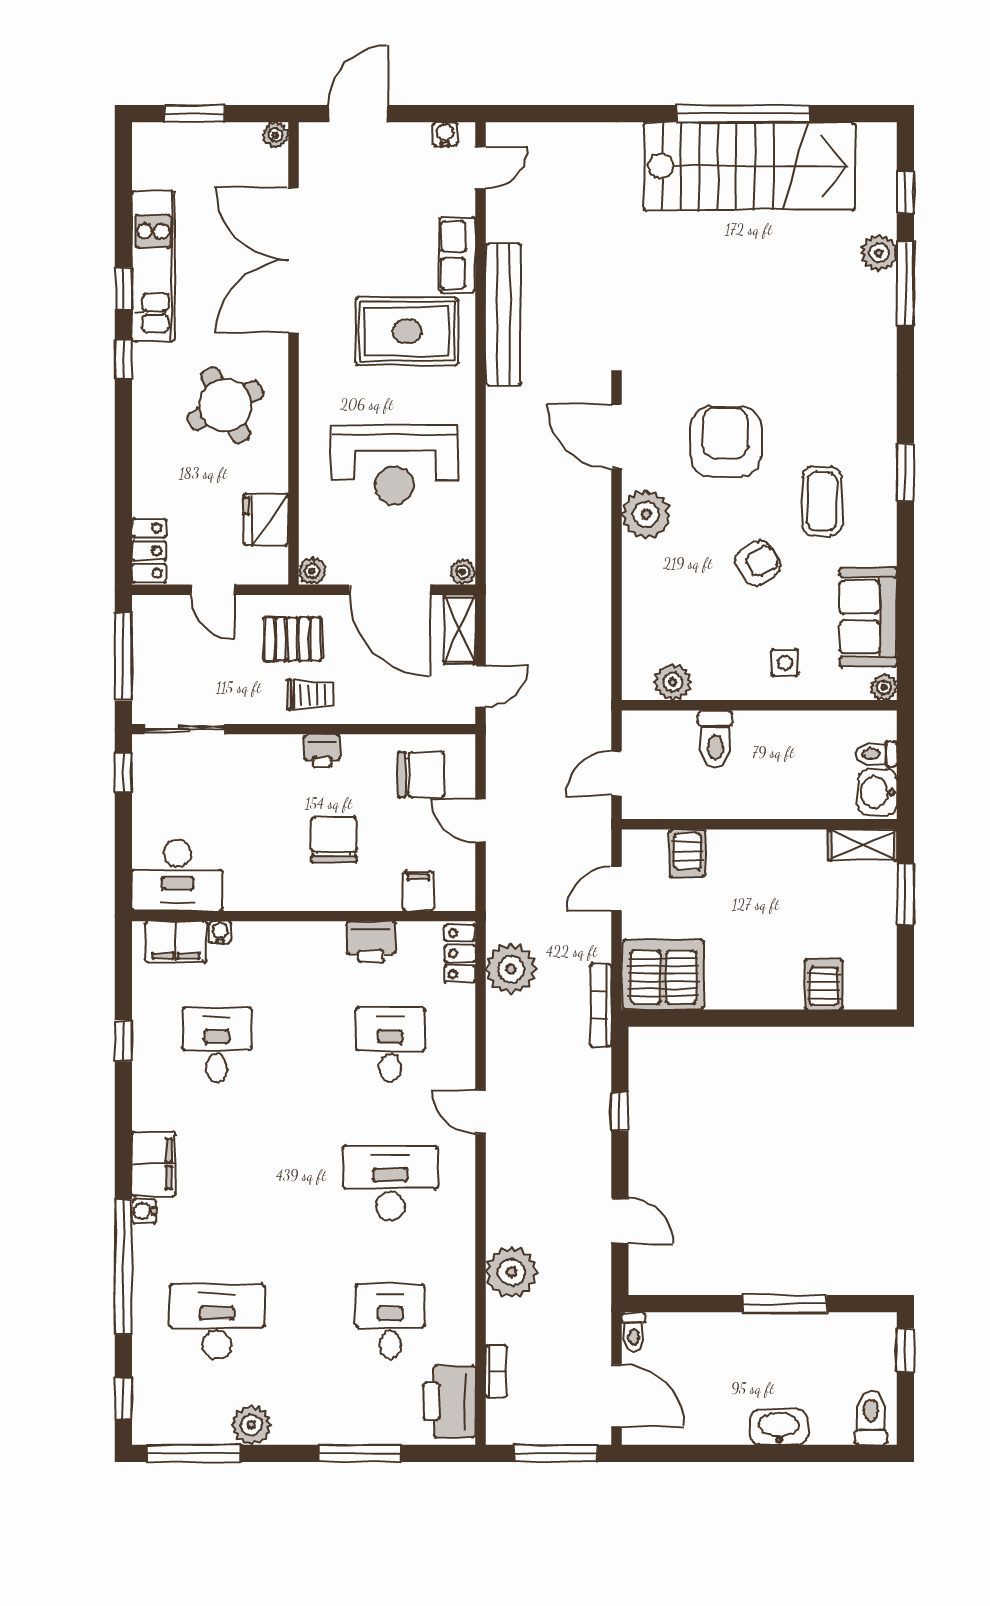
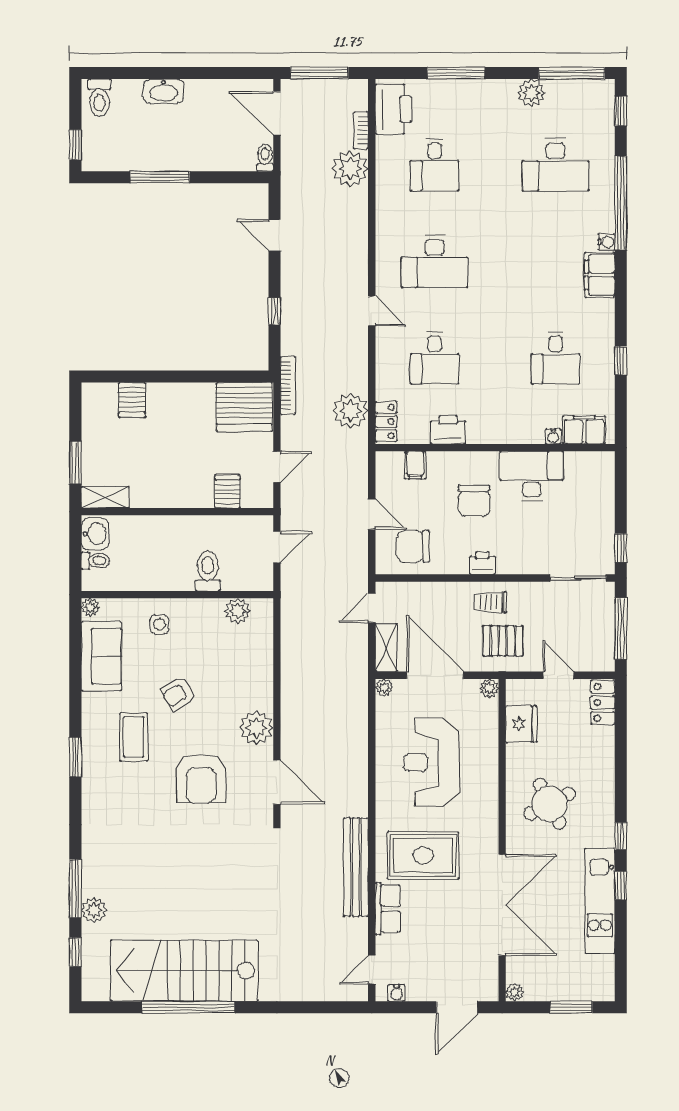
reception desk: (394, 465) -> (432, 762), turned -90
desk: (177, 875) -> (531, 476), moved
plant: (511, 1272) -> (350, 169), moved

